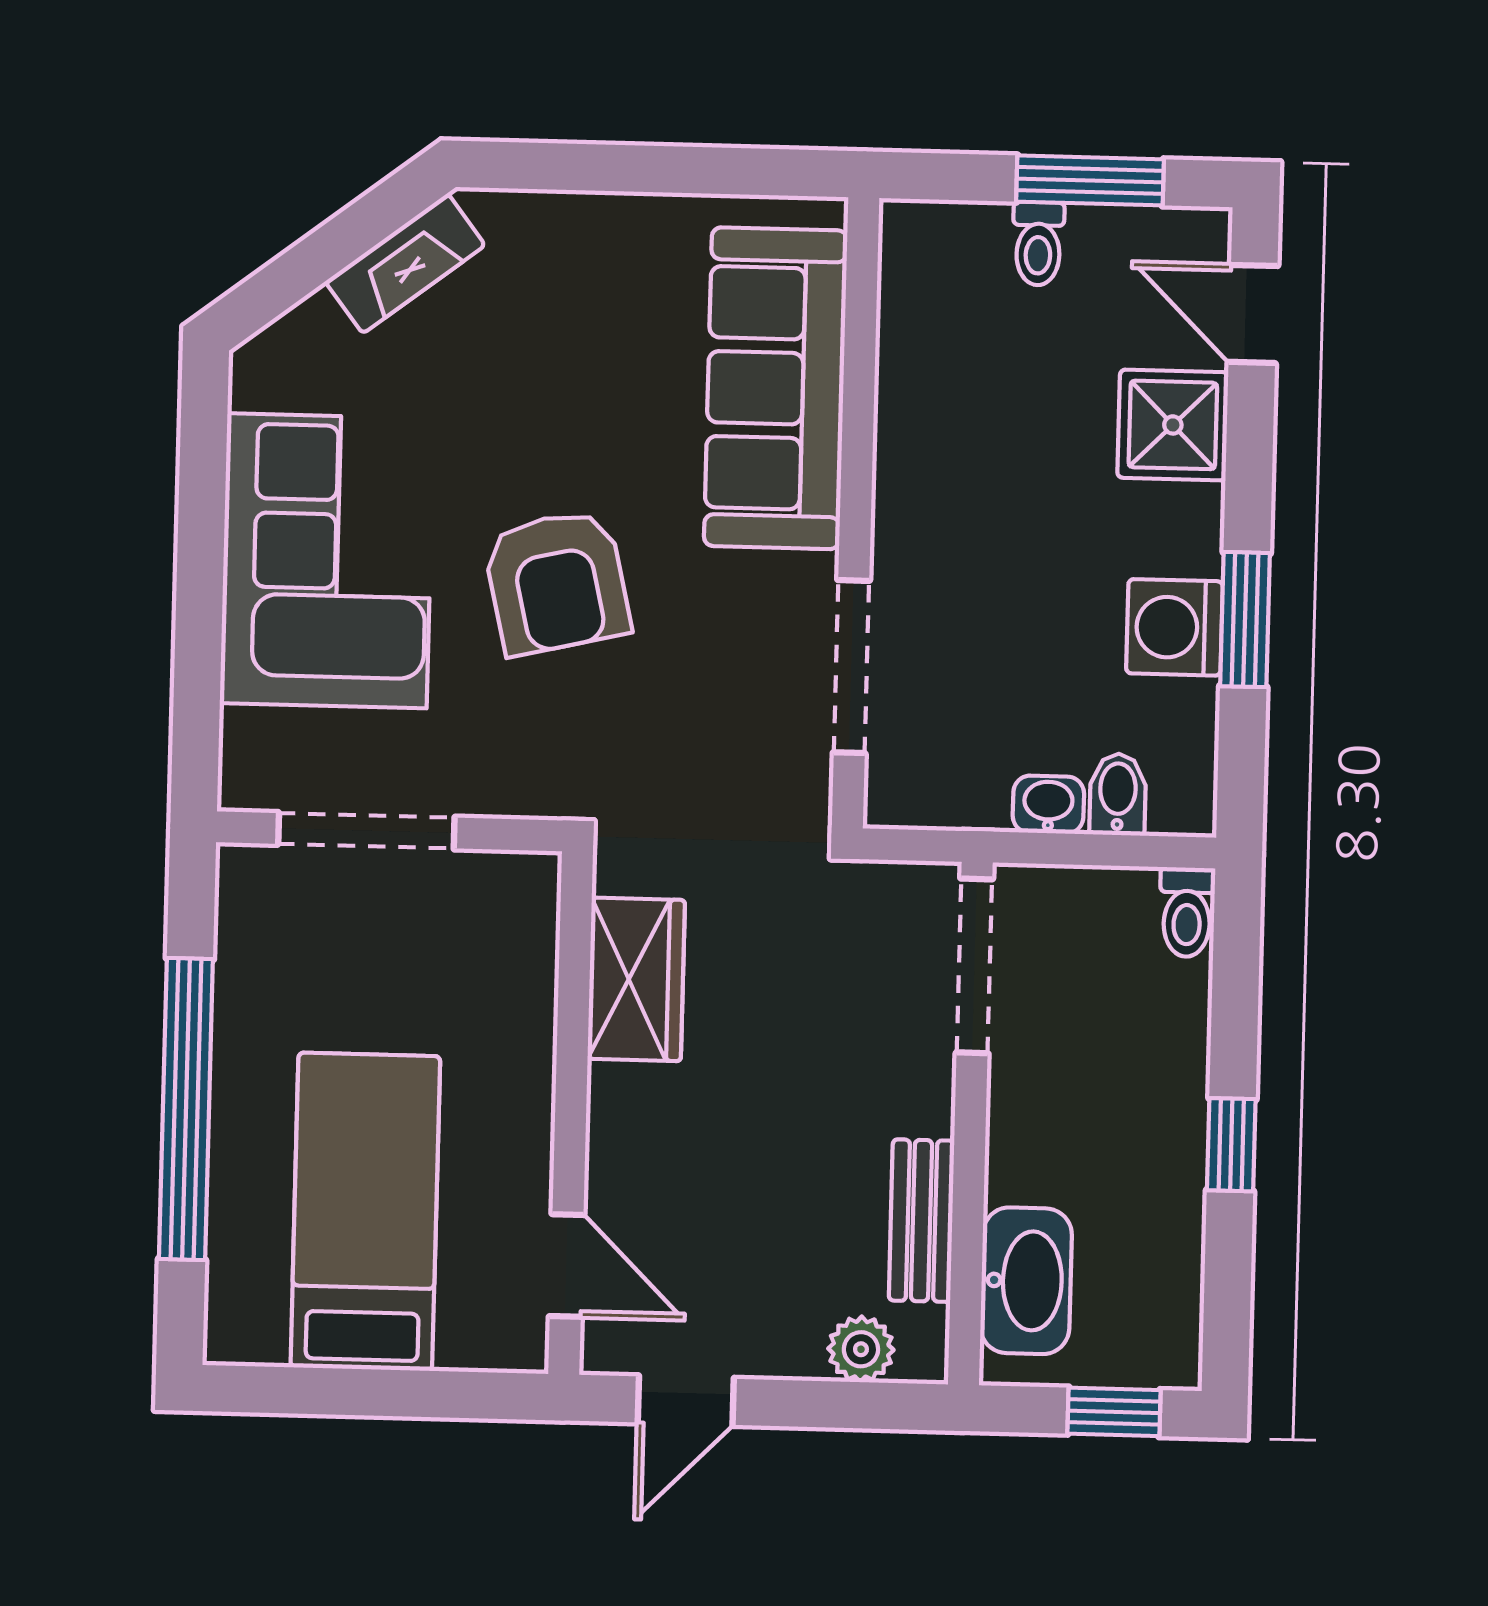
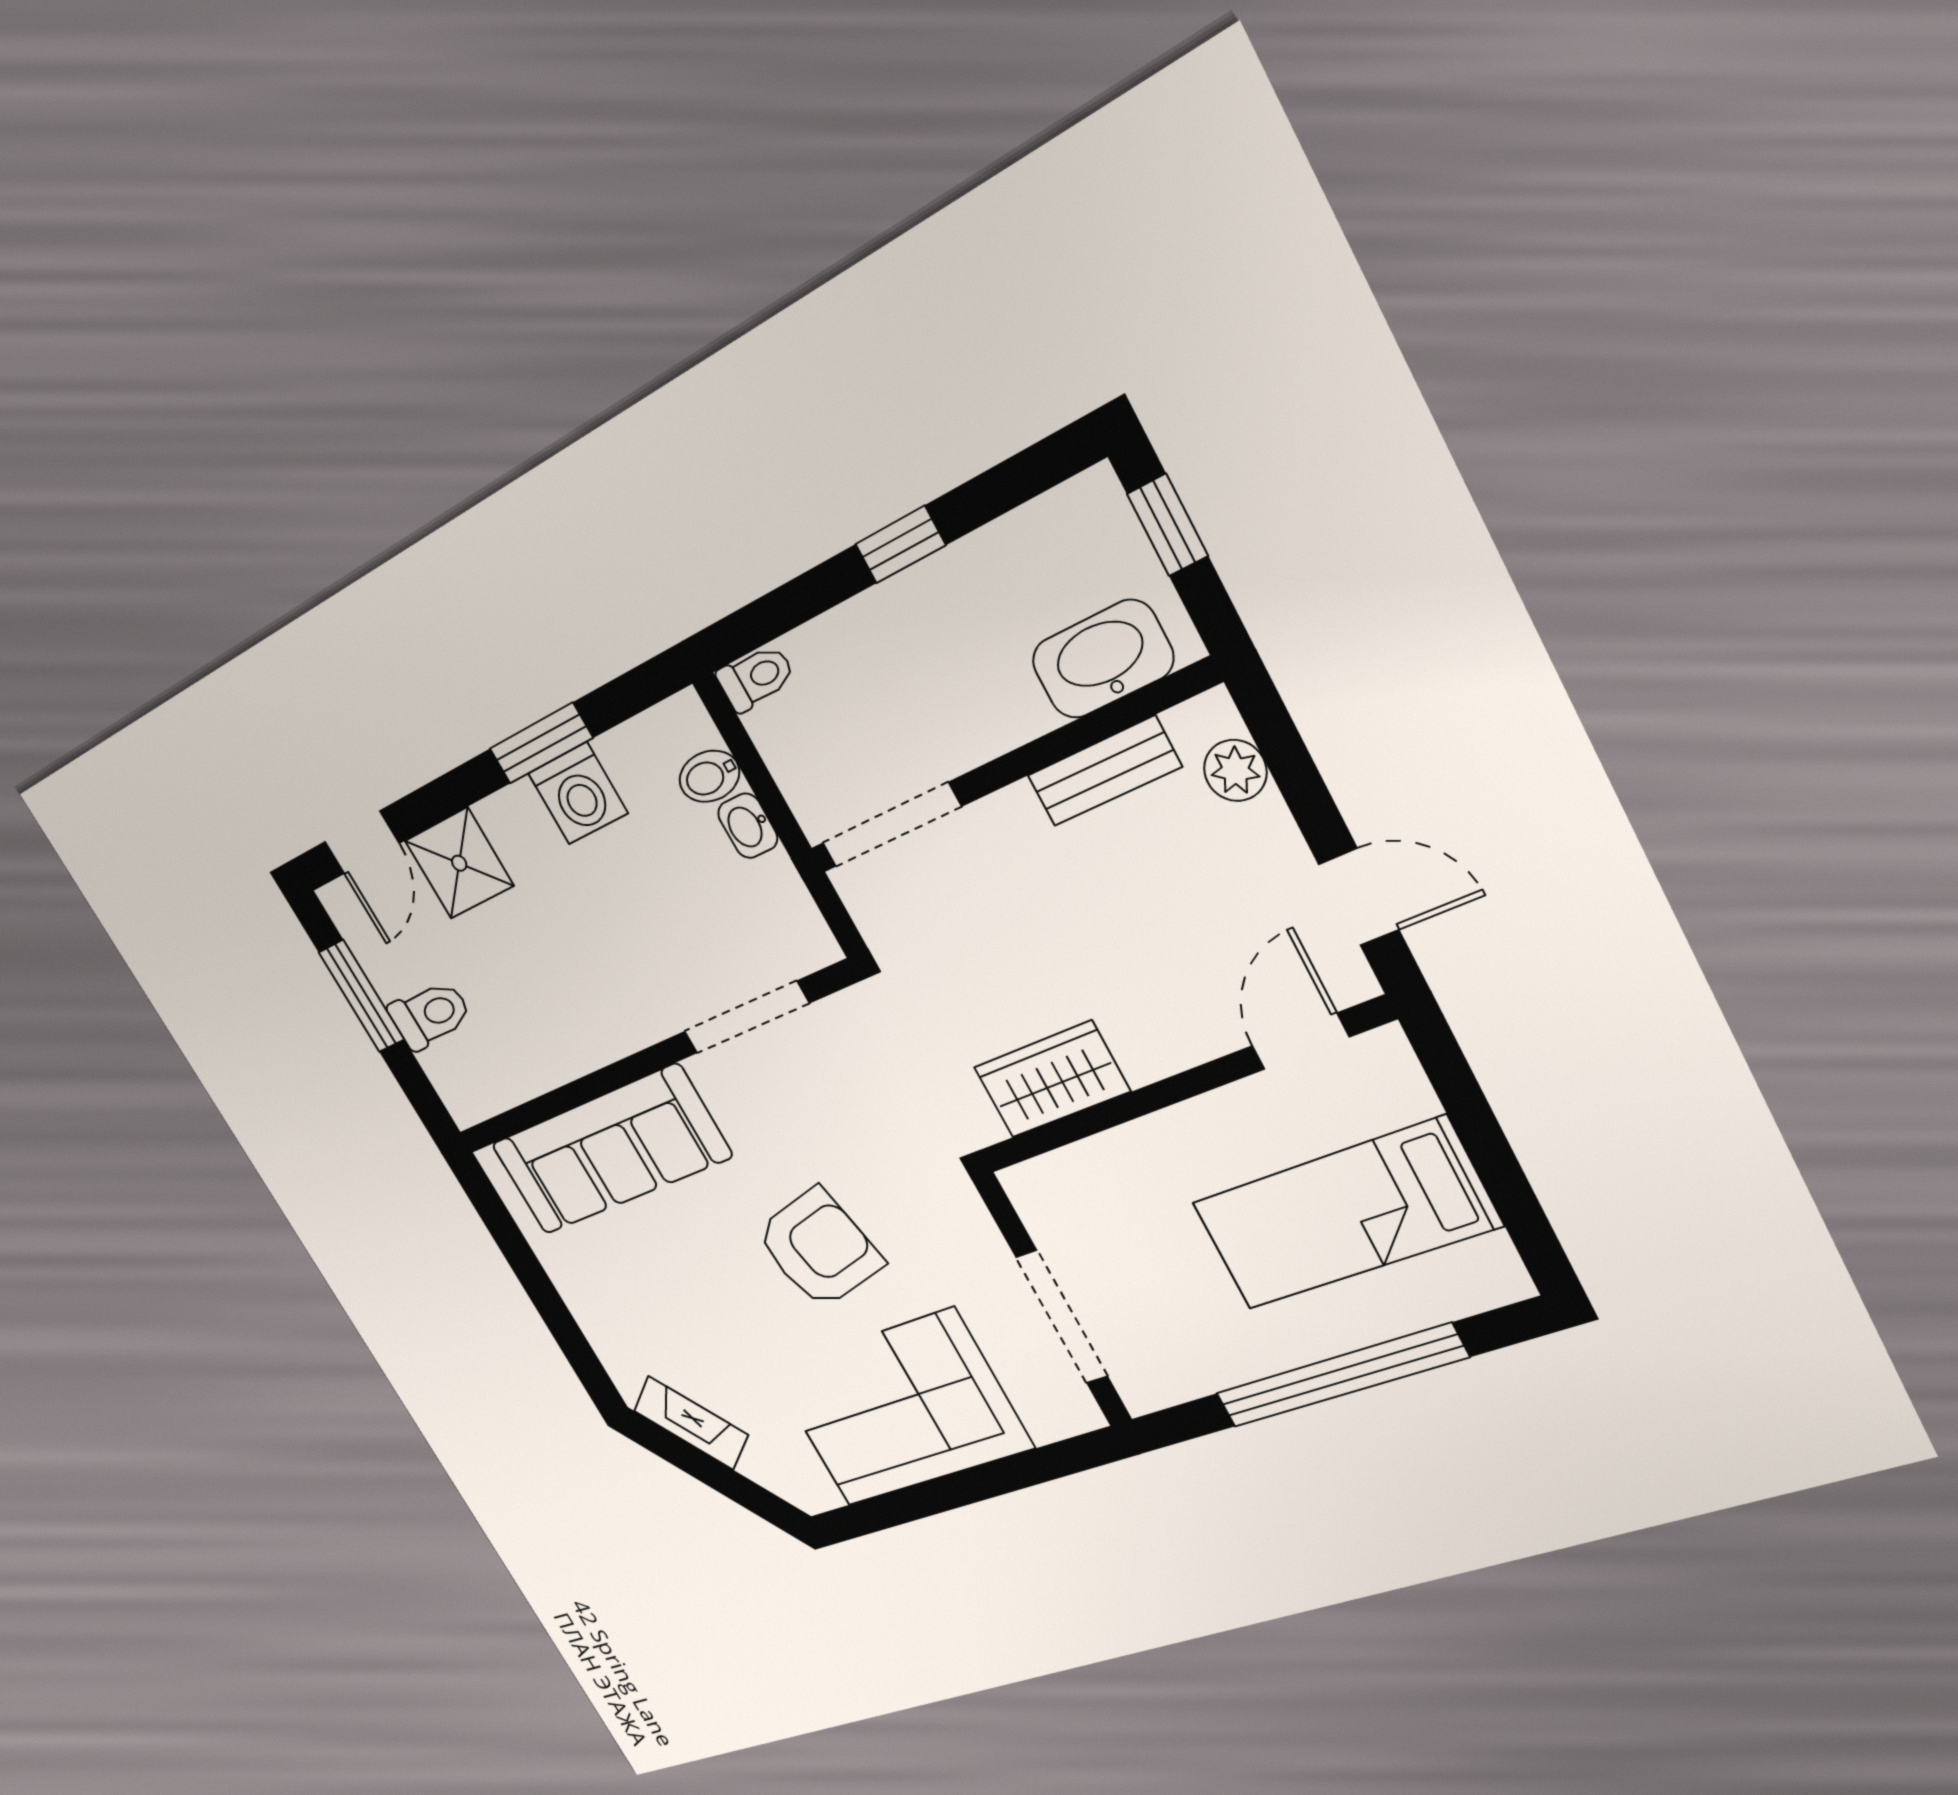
toilet: (1038, 244) -> (430, 1015), width x1.37, depth x1.39

